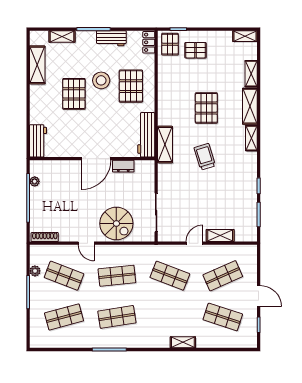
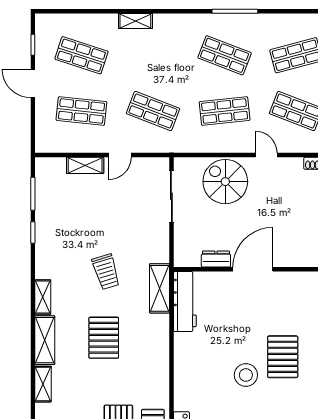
pallet: (131, 86) -> (206, 367), removed
shop shelf: (223, 276) -> (81, 111), turned 30
shop shelf: (117, 317) -> (225, 55), turned 30

